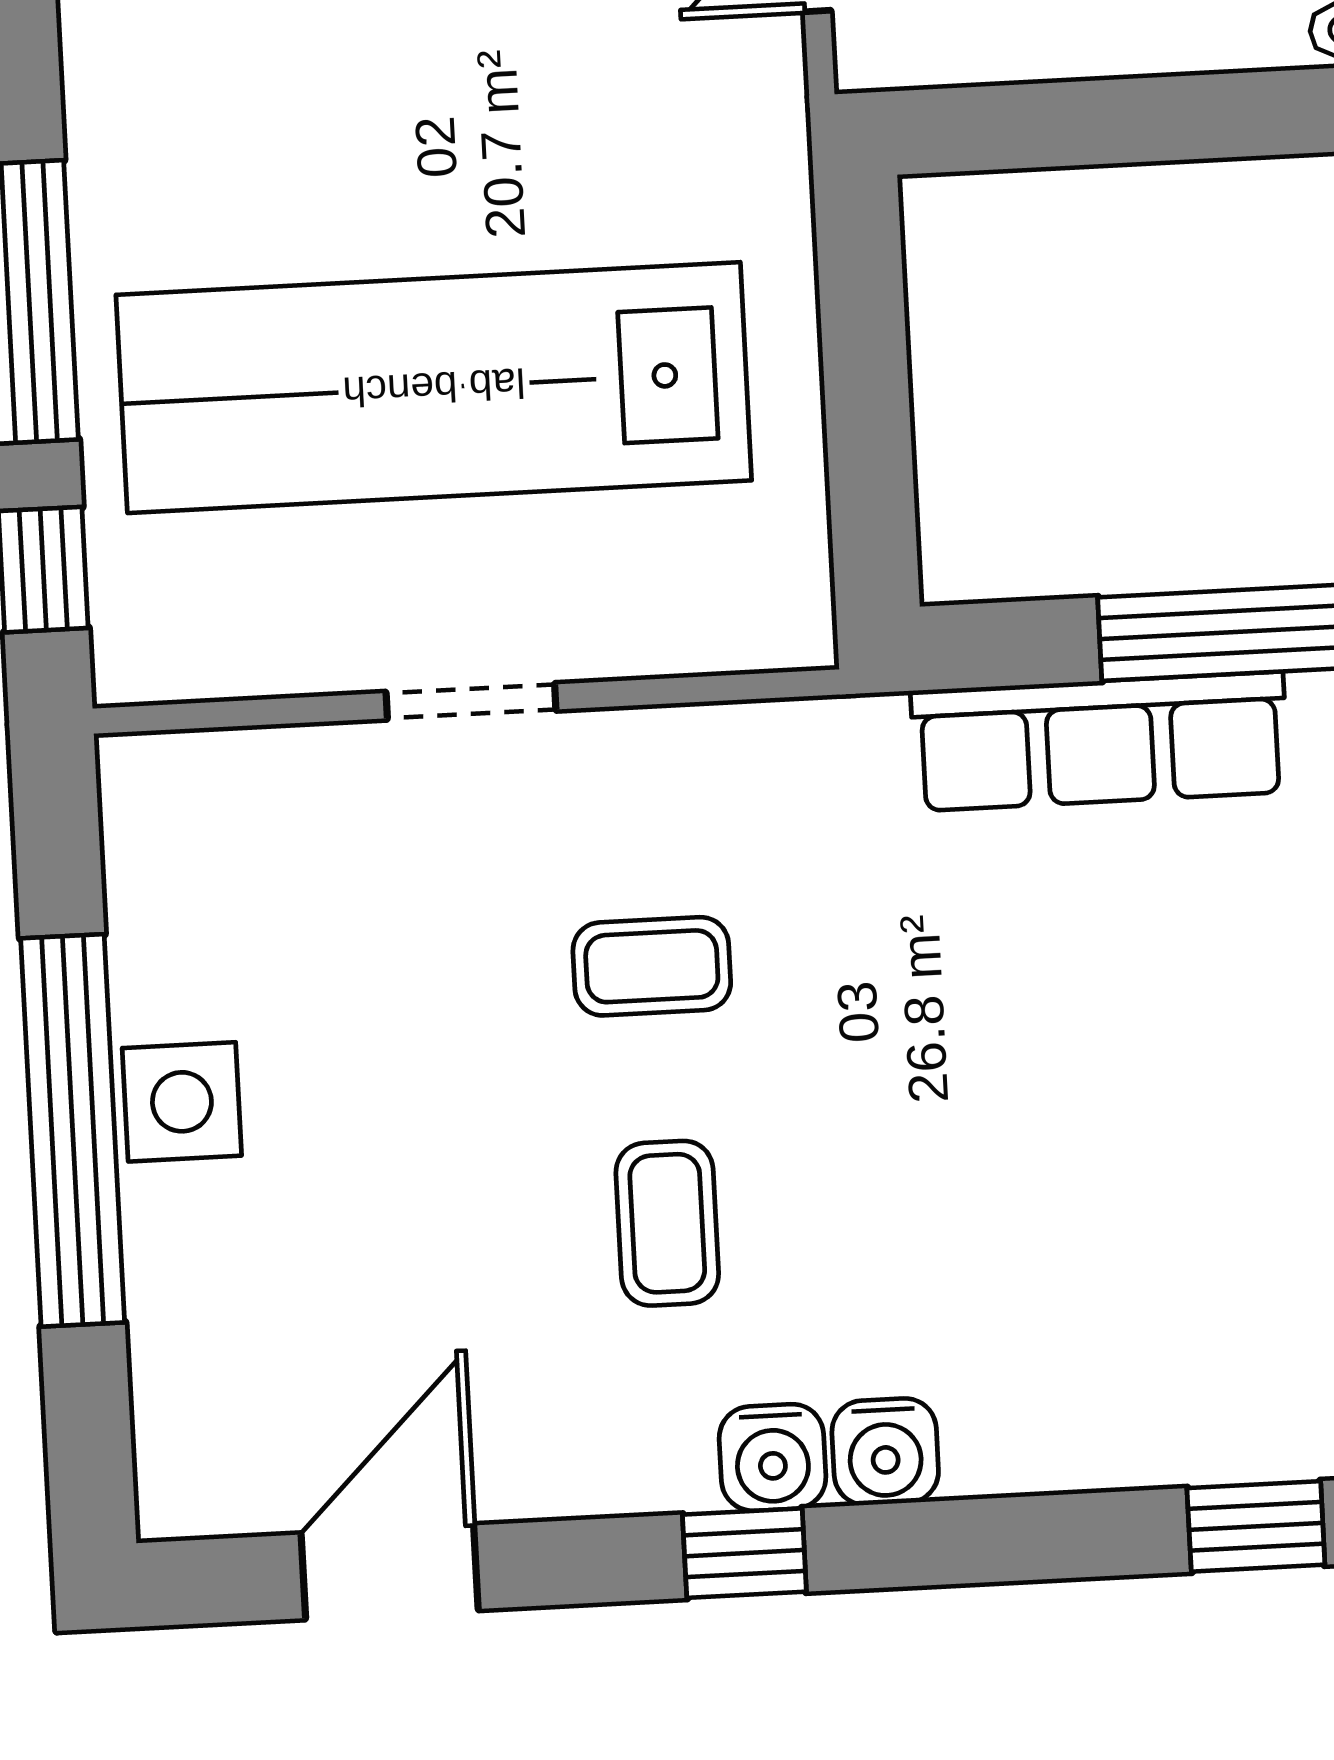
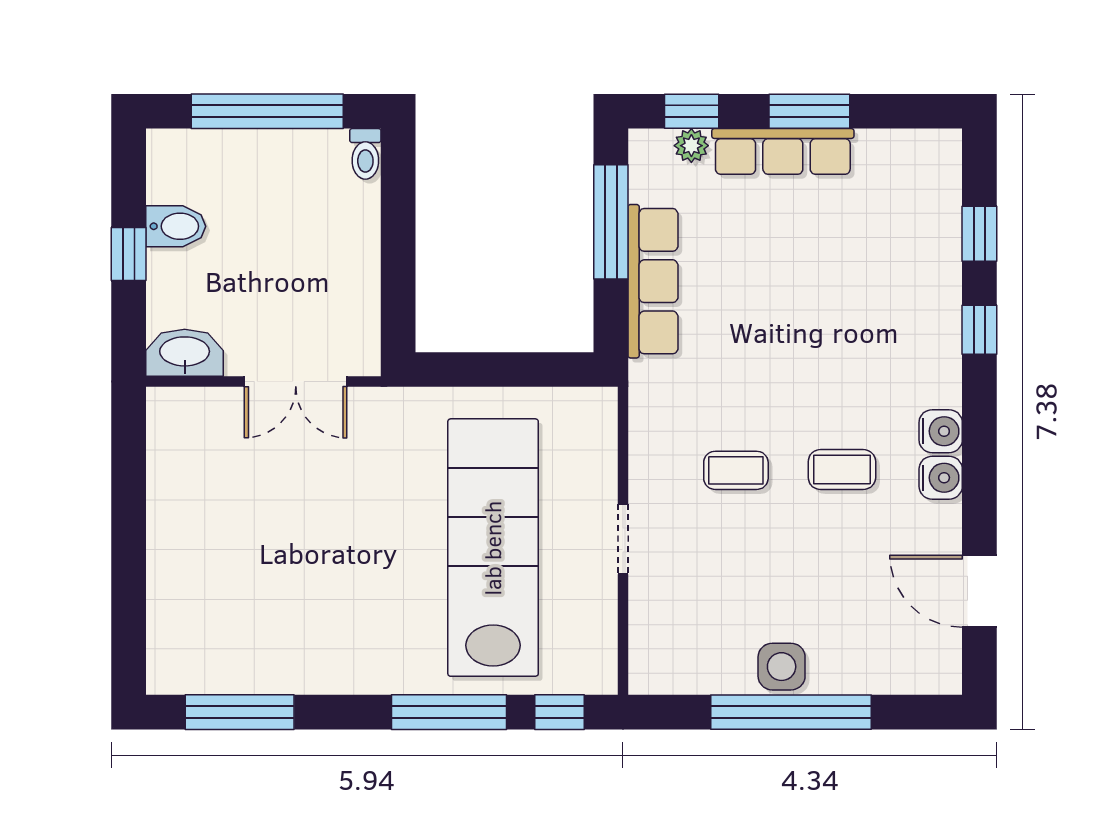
lab bench: (434, 388) -> (493, 548), turned 180
coffee table: (652, 966) -> (736, 470), turned 90
water cooler: (885, 1452) -> (941, 478), moved
window: (744, 1553) -> (979, 330), moved

